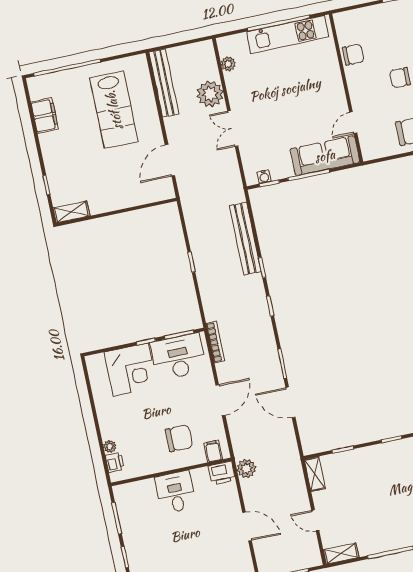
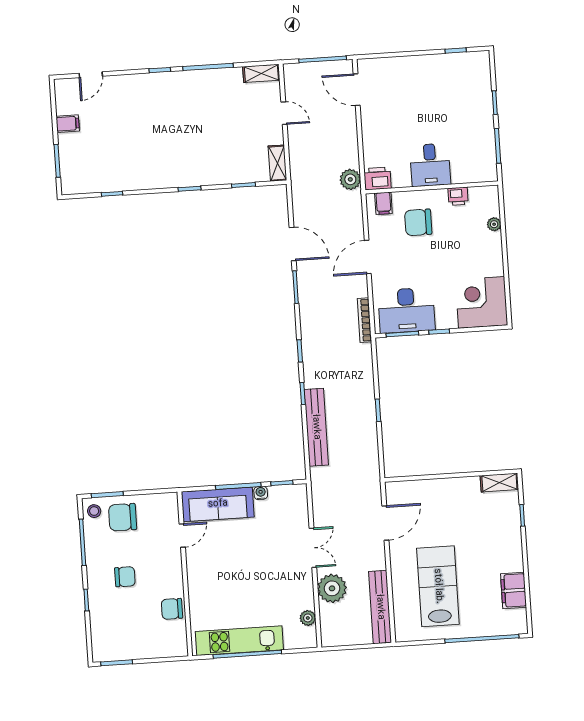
water cooler: (264, 177) -> (261, 493), moved
corner desk: (131, 369) -> (482, 302), moved
printer: (115, 462) -> (458, 196), moved, turned -90
door: (247, 527) -> (357, 90), moved

